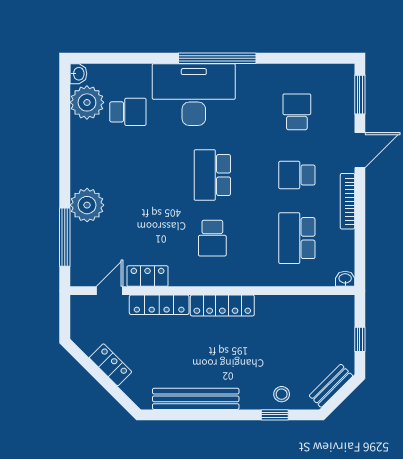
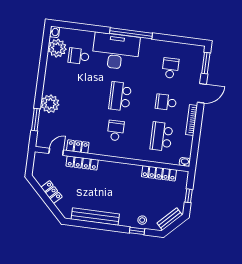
school desk: (128, 112) -> (79, 56), turned 180
window: (65, 237) -> (36, 120), width x0.69
school desk: (212, 238) -> (116, 131), turned 180
locker: (222, 305) -> (159, 173), moved

